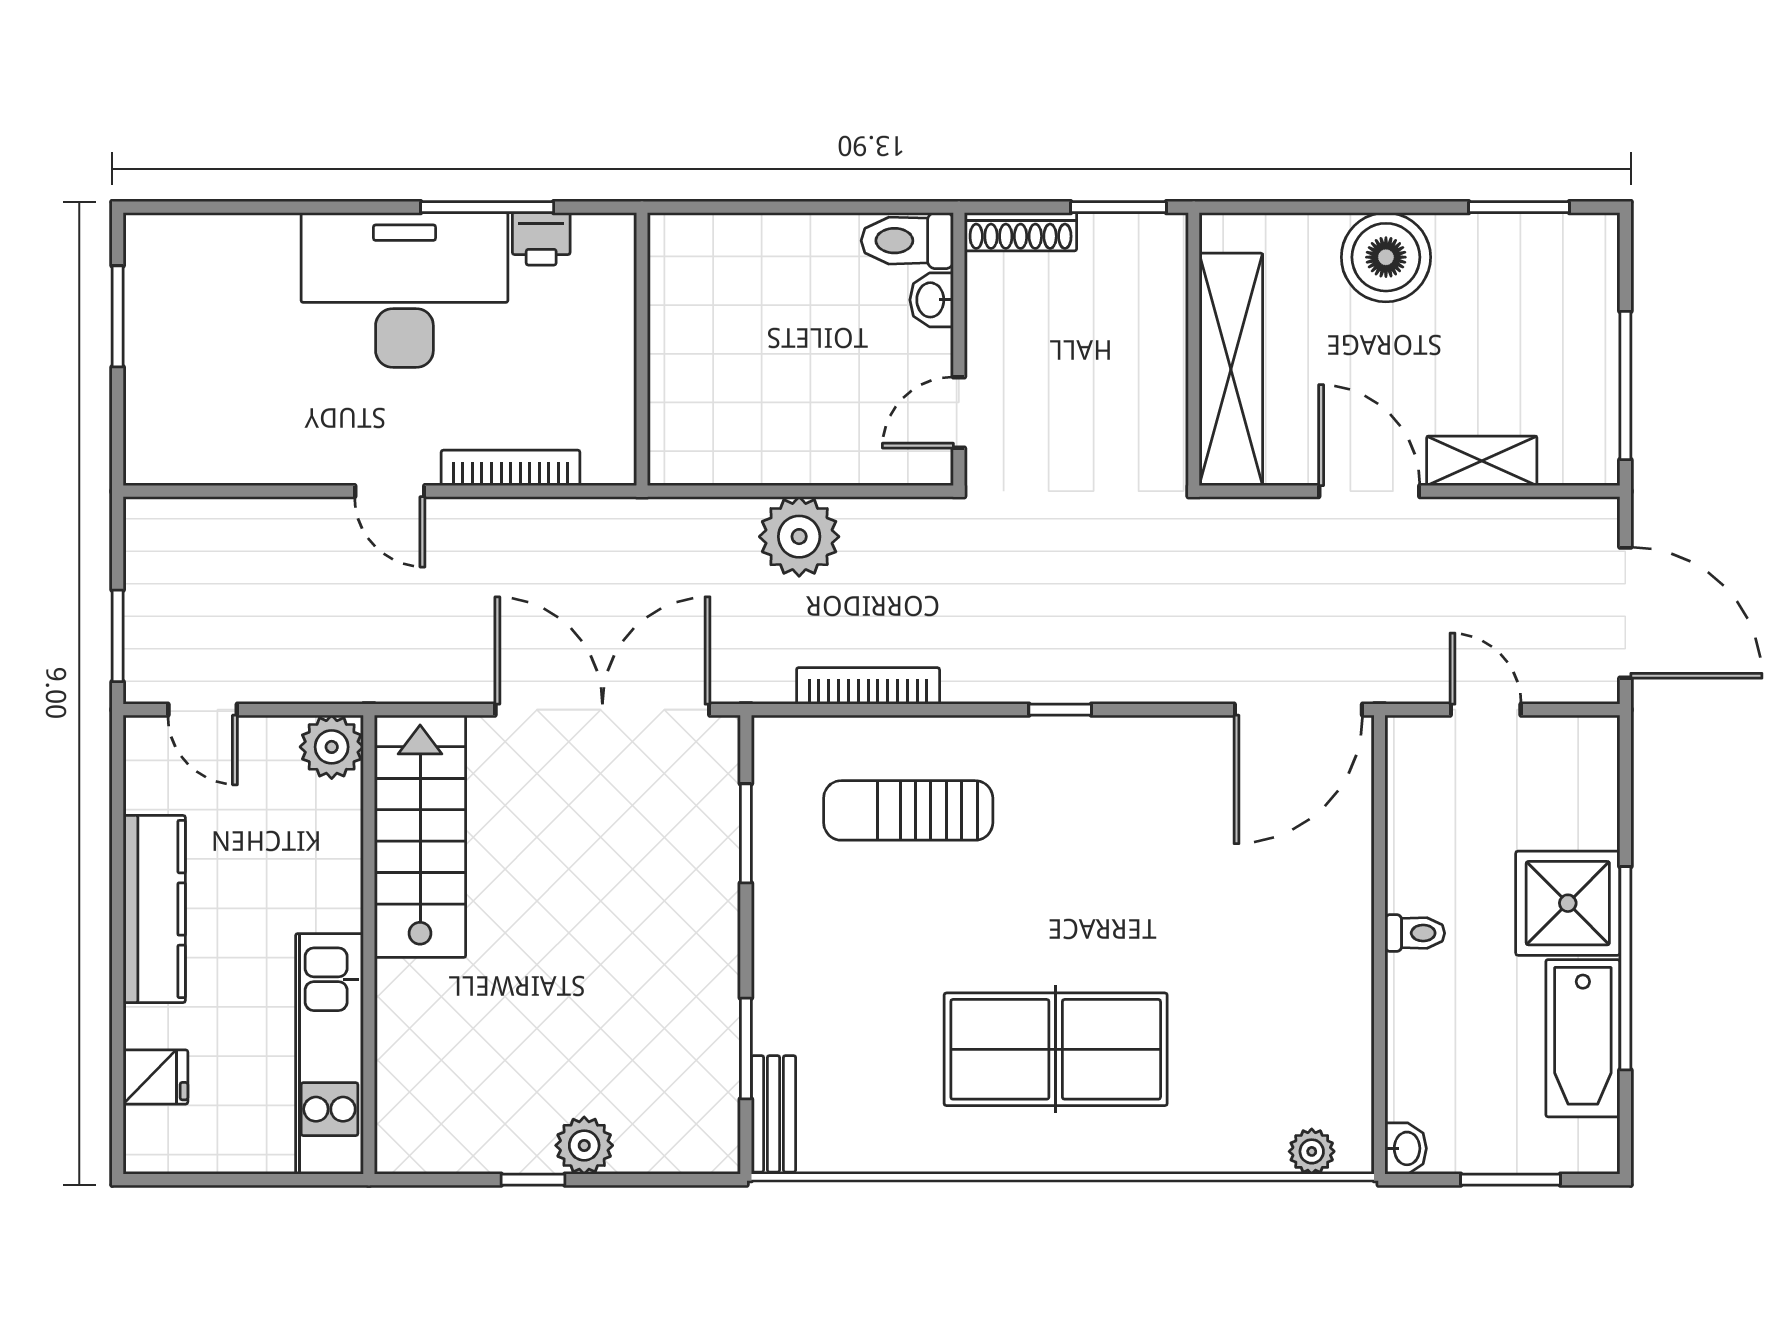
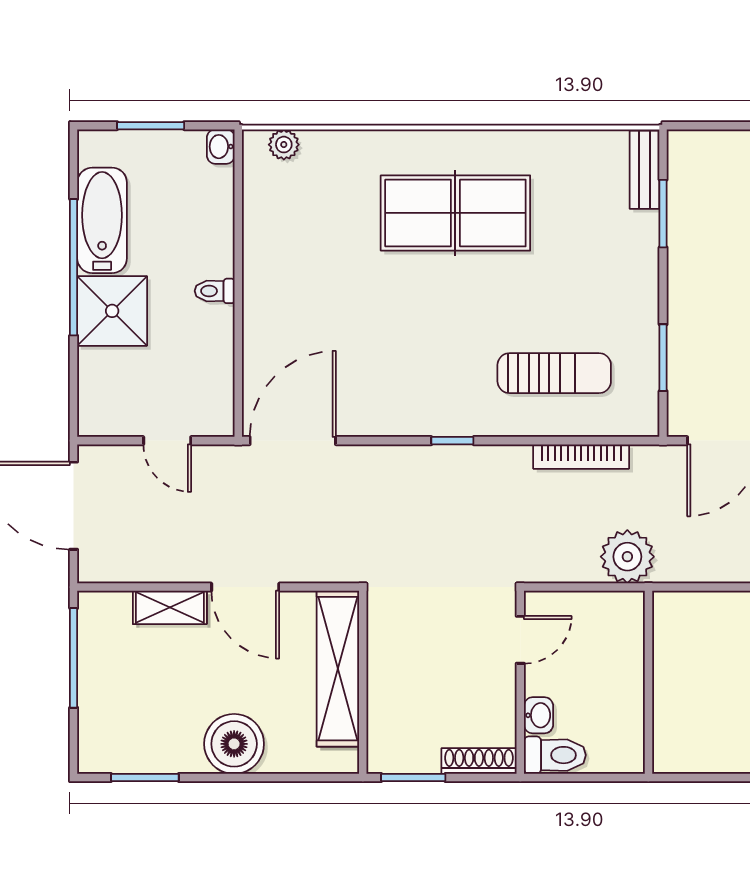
wall: (642, 349) -> (648, 682), moved

